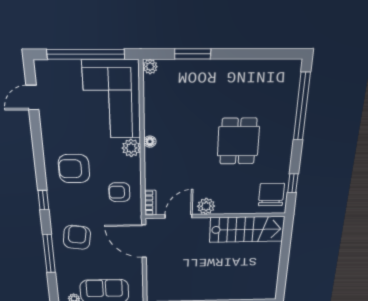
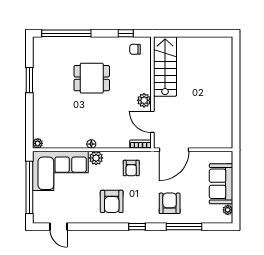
window: (193, 54) -> (29, 80), moved
chair: (271, 195) -> (135, 49), width x0.54, depth x0.54
armchair: (77, 237) -> (170, 203), turned 82

